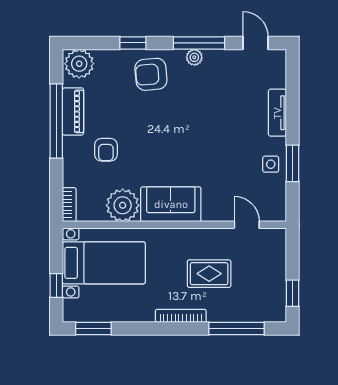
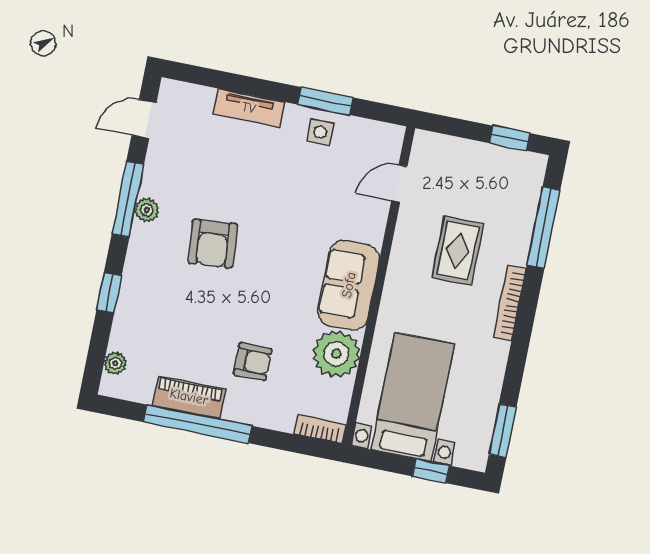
plant: (79, 64) -> (115, 363), width x0.53, depth x0.53
armchair: (151, 74) -> (213, 244), moved

